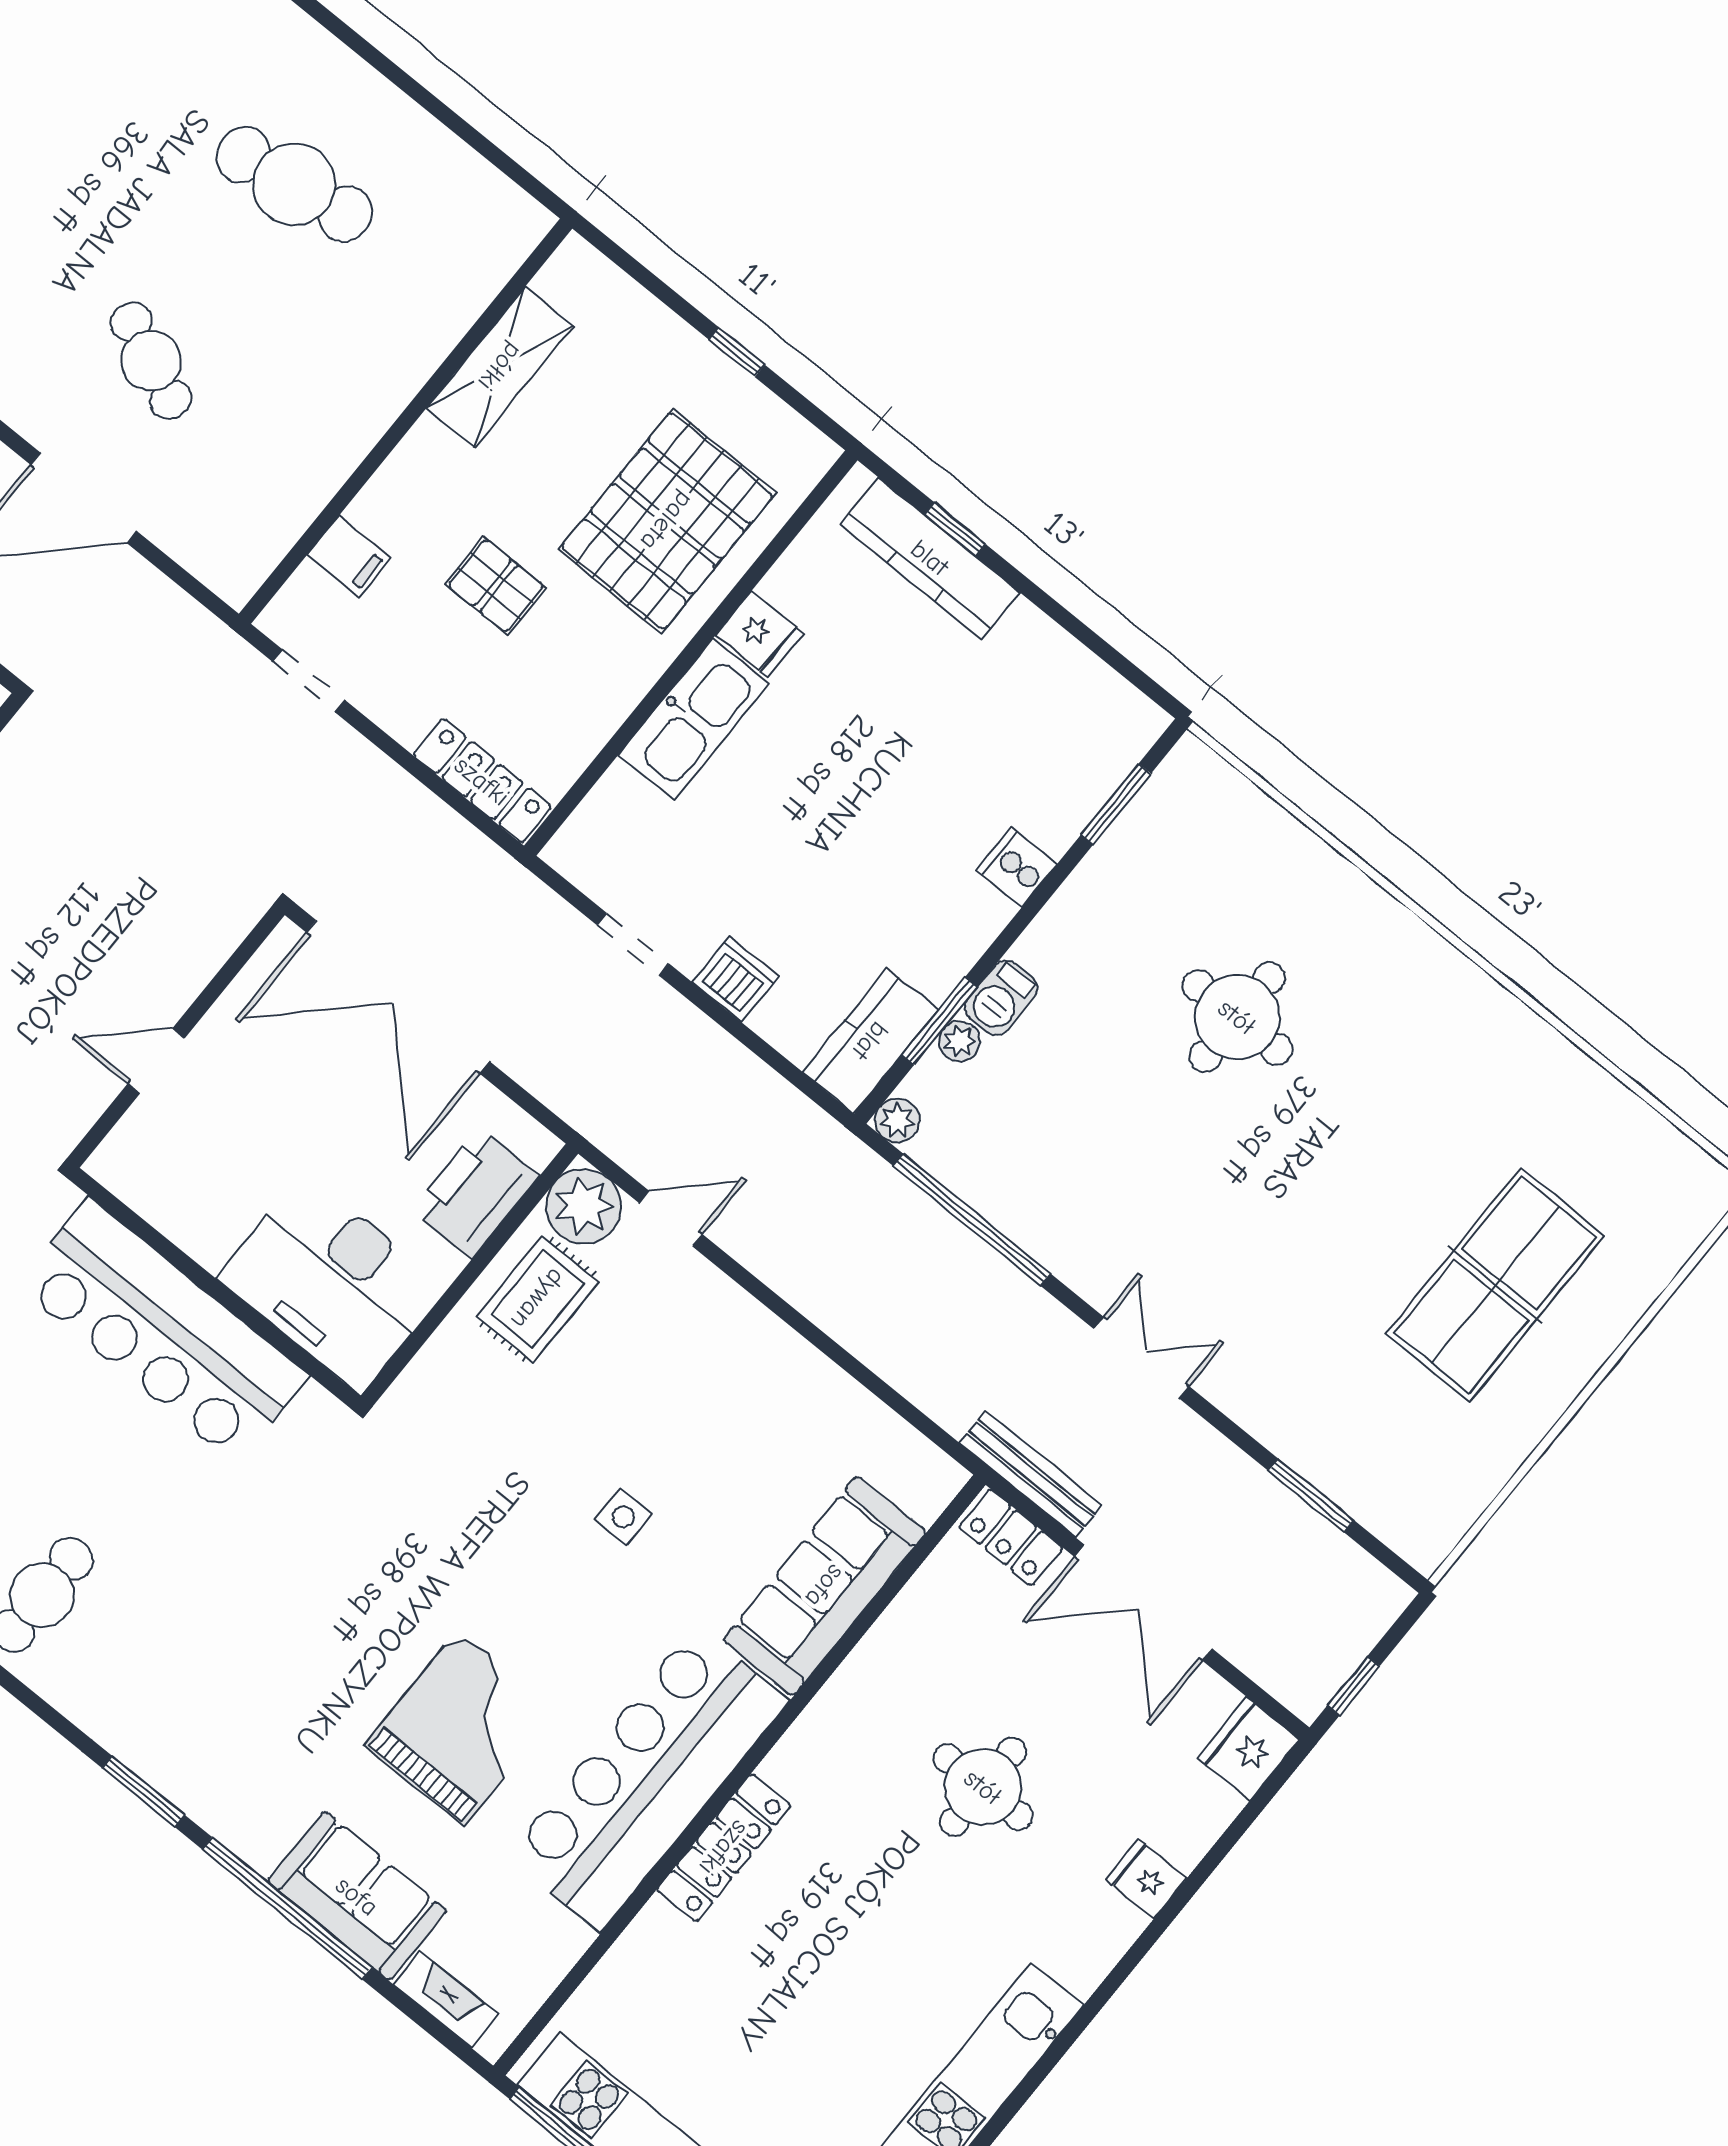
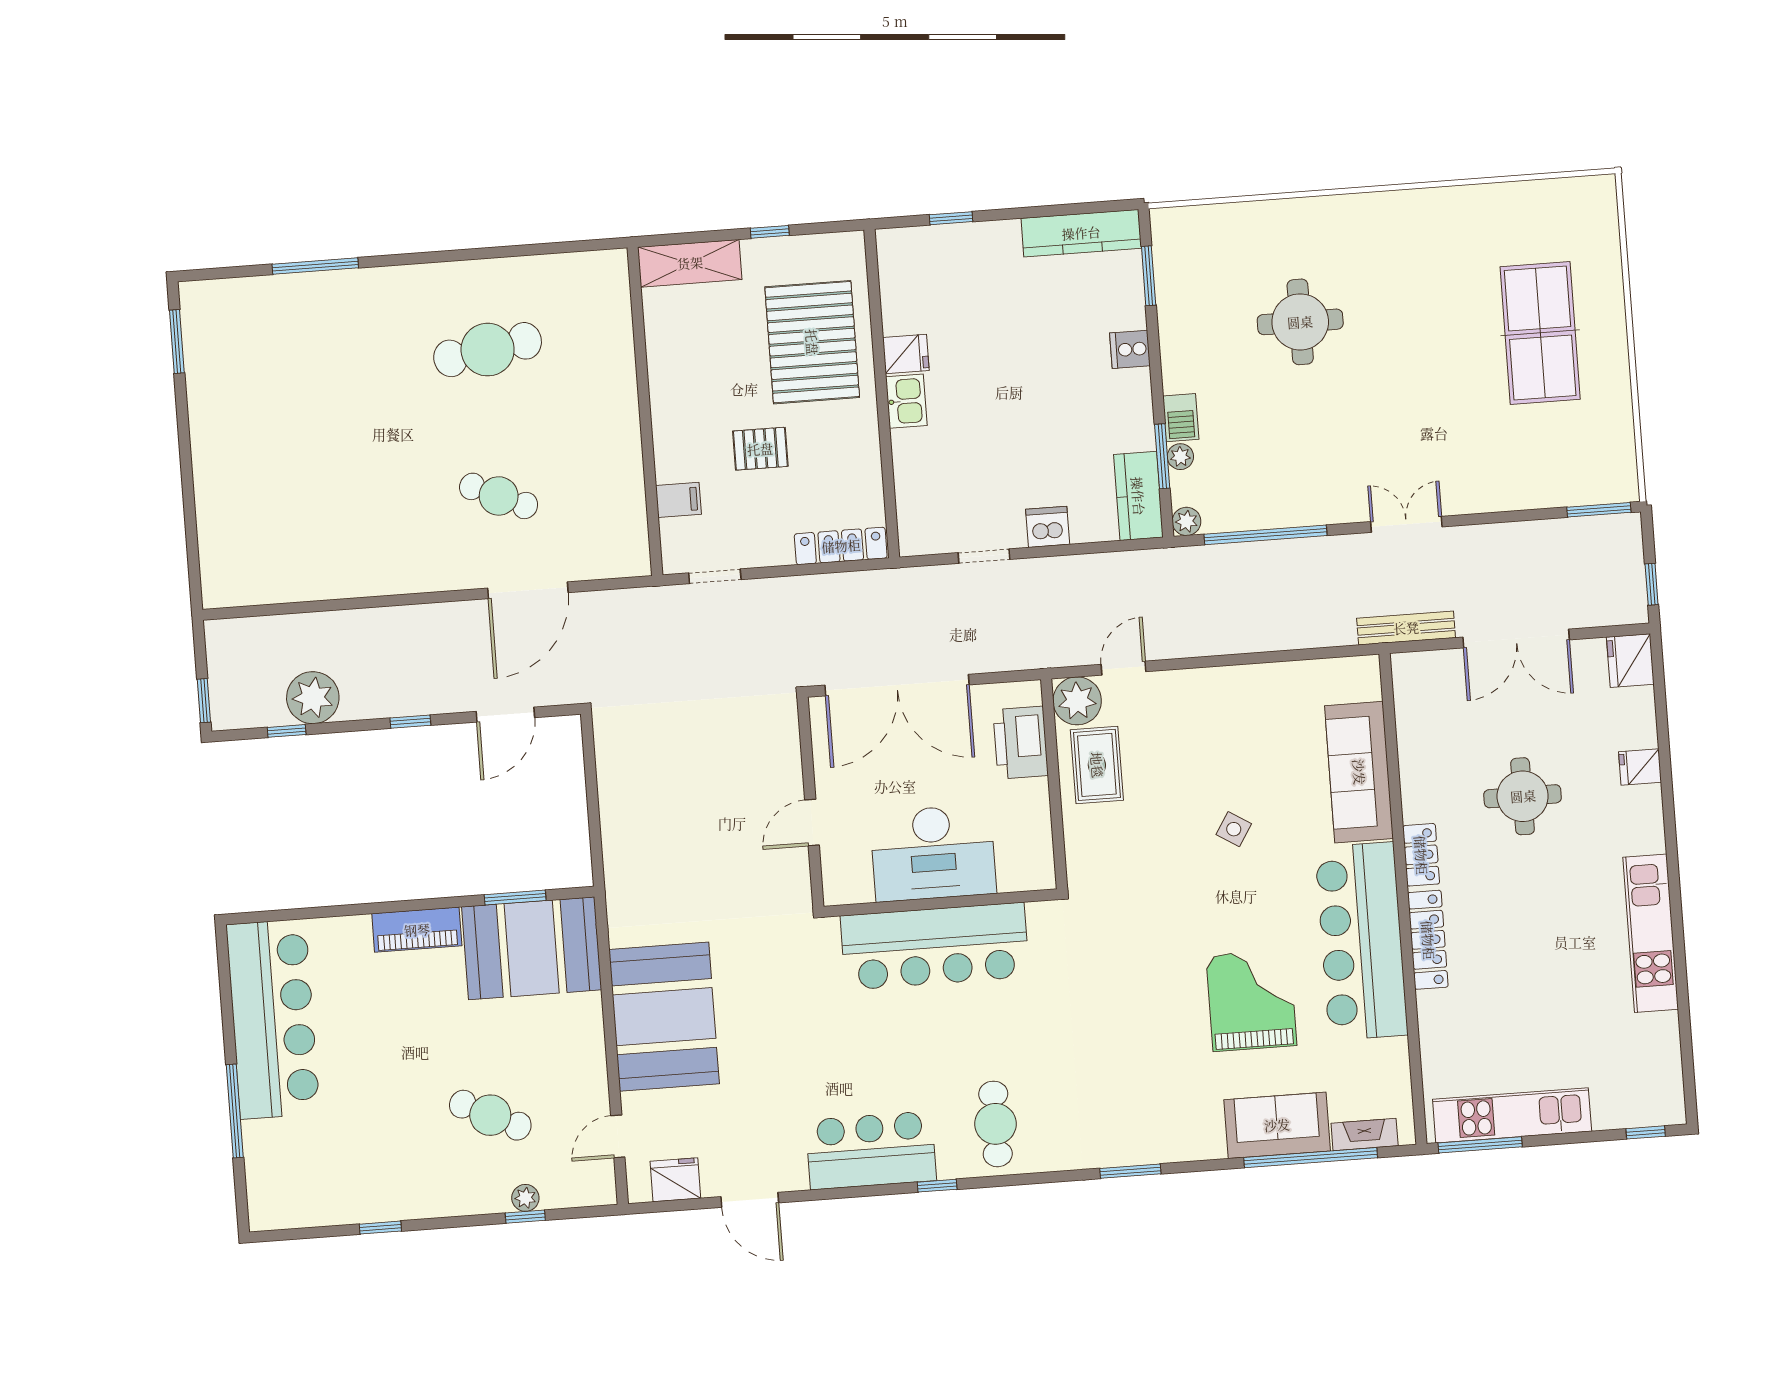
shelving: (500, 367) -> (690, 263), moved, turned 90
kitchen counter: (930, 558) -> (1081, 233), moved
kitchen sink: (694, 719) -> (906, 401), width x0.53, depth x0.81
desk: (332, 1283) -> (933, 853), moved
window: (1311, 1495) -> (1599, 510), moved
side table: (623, 1517) -> (1234, 829), turned 32
locker: (1011, 1538) -> (1421, 855), moved, turned -90
window: (287, 1908) -> (1311, 1158), moved

